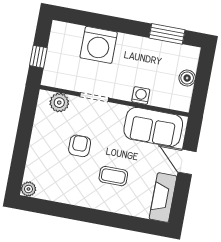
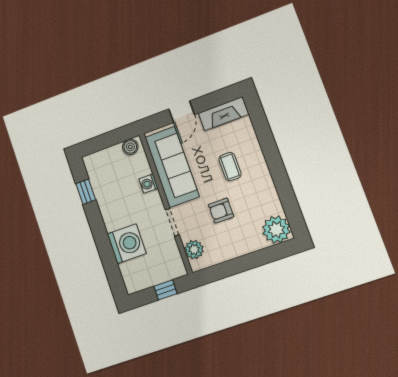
window: (167, 34) -> (86, 192), width x0.67
boiler: (187, 78) -> (130, 147), moved
sofa: (153, 127) -> (172, 167), width x1.36
plant: (28, 189) -> (276, 230), width x1.88, depth x1.88

